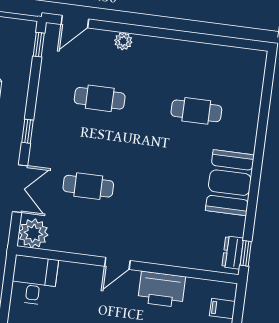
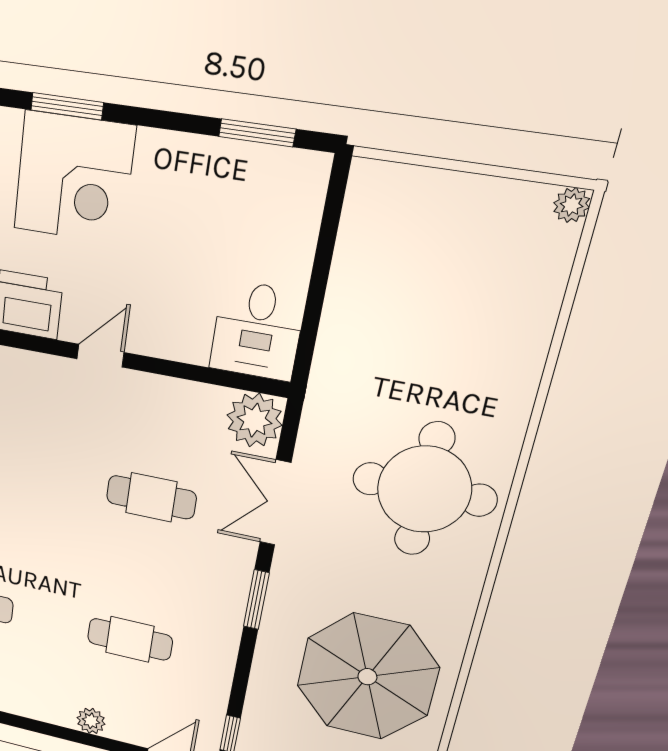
window: (27, 131) -> (256, 600), width x1.50

